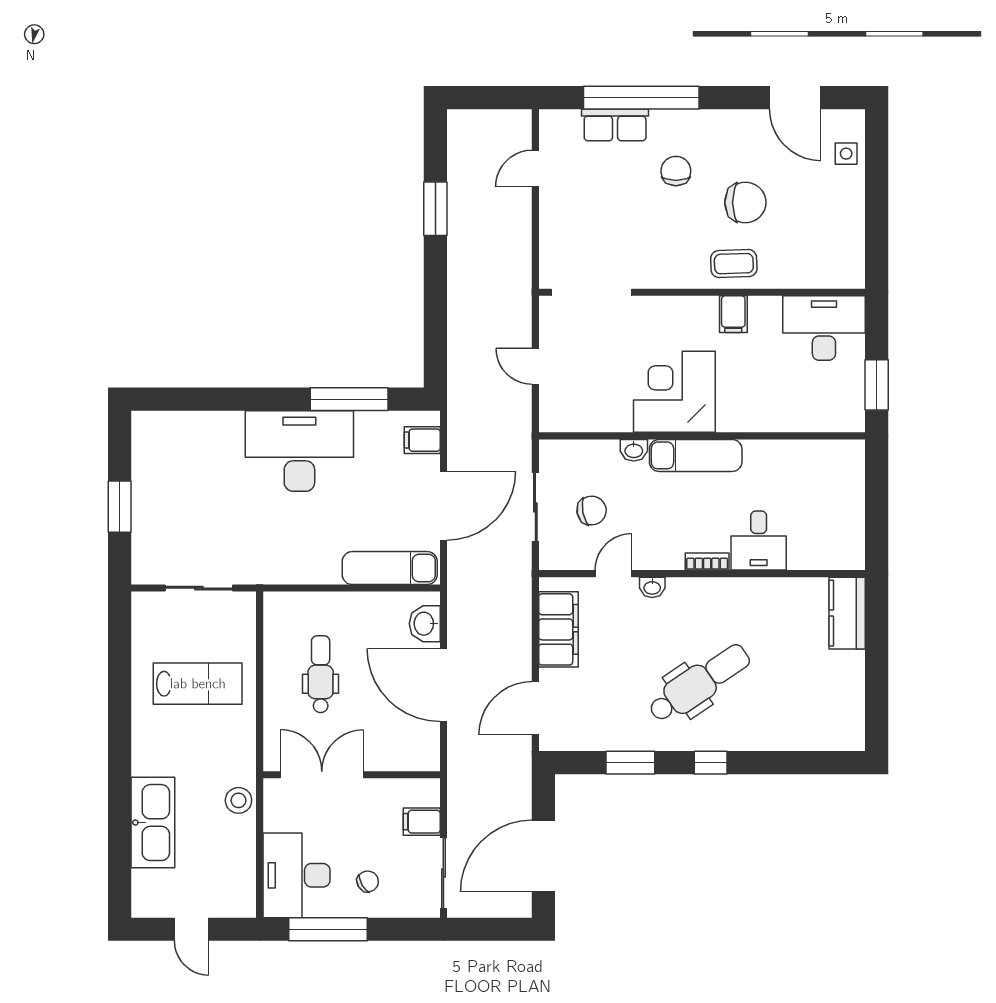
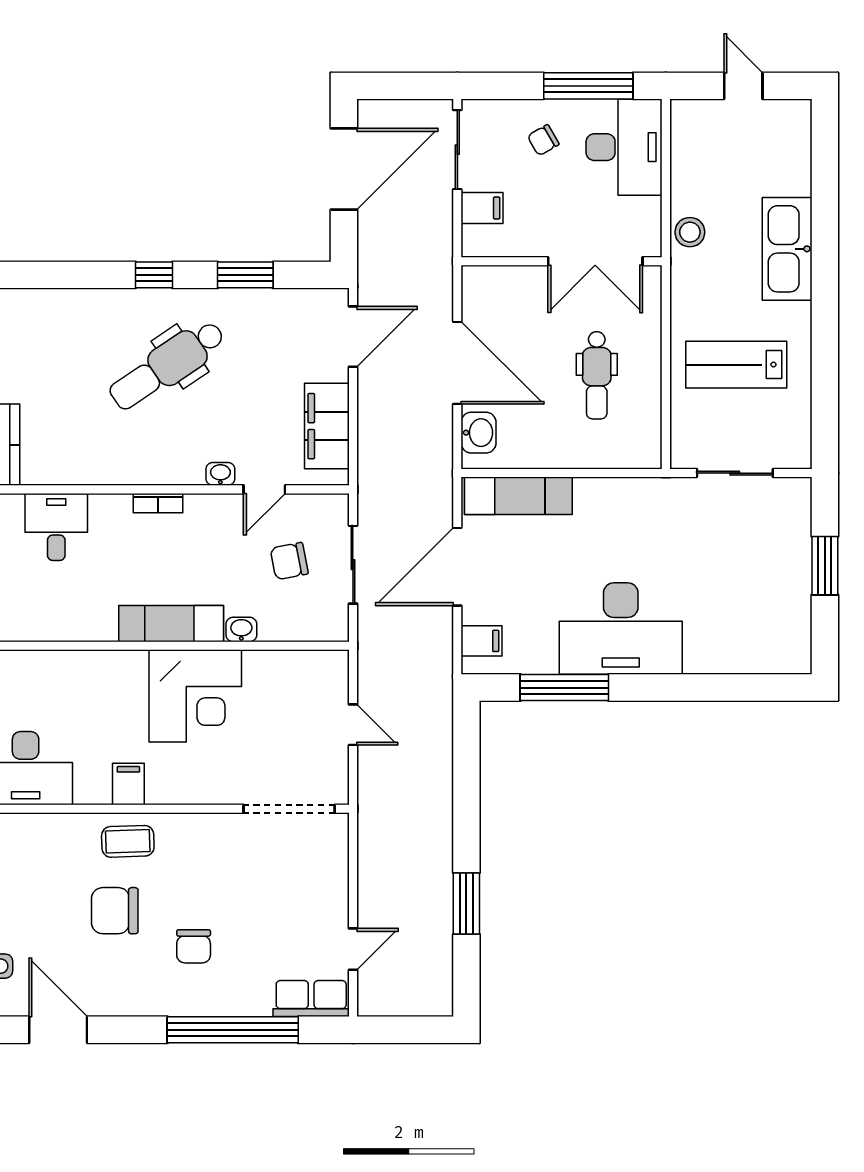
row of seats: (615, 125) -> (311, 999), moved
desk: (759, 541) -> (56, 527), moved
kitchen sink: (153, 823) -> (787, 249), moved

